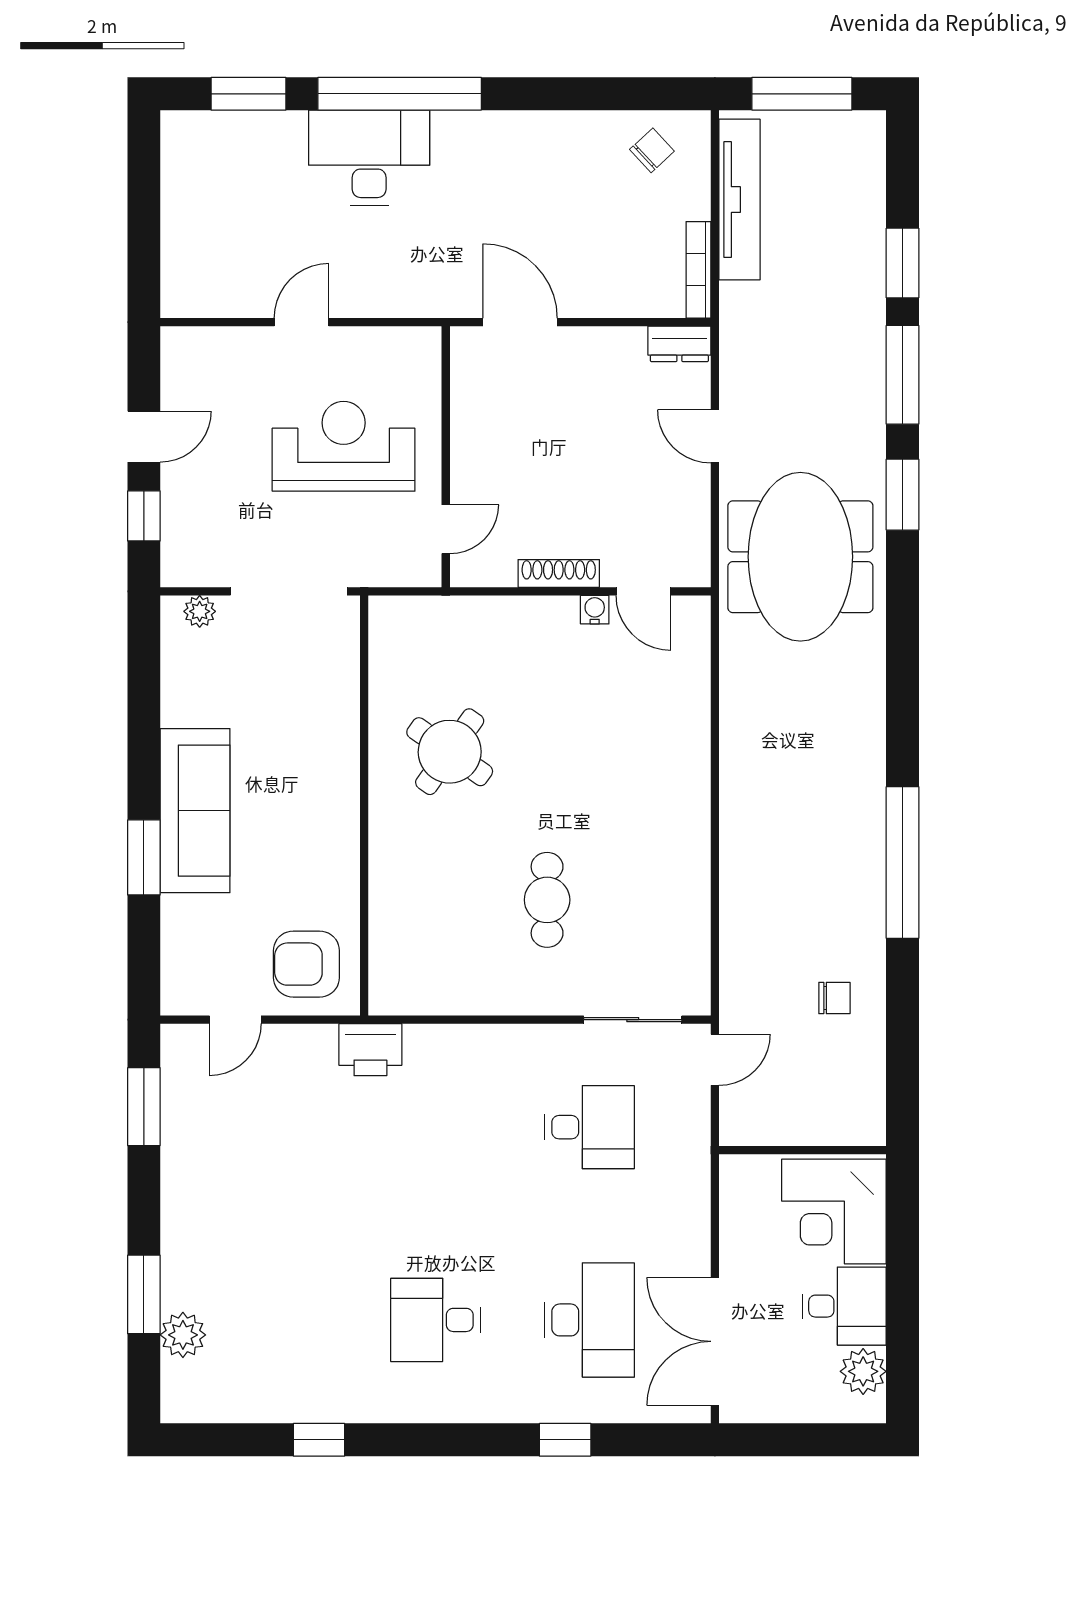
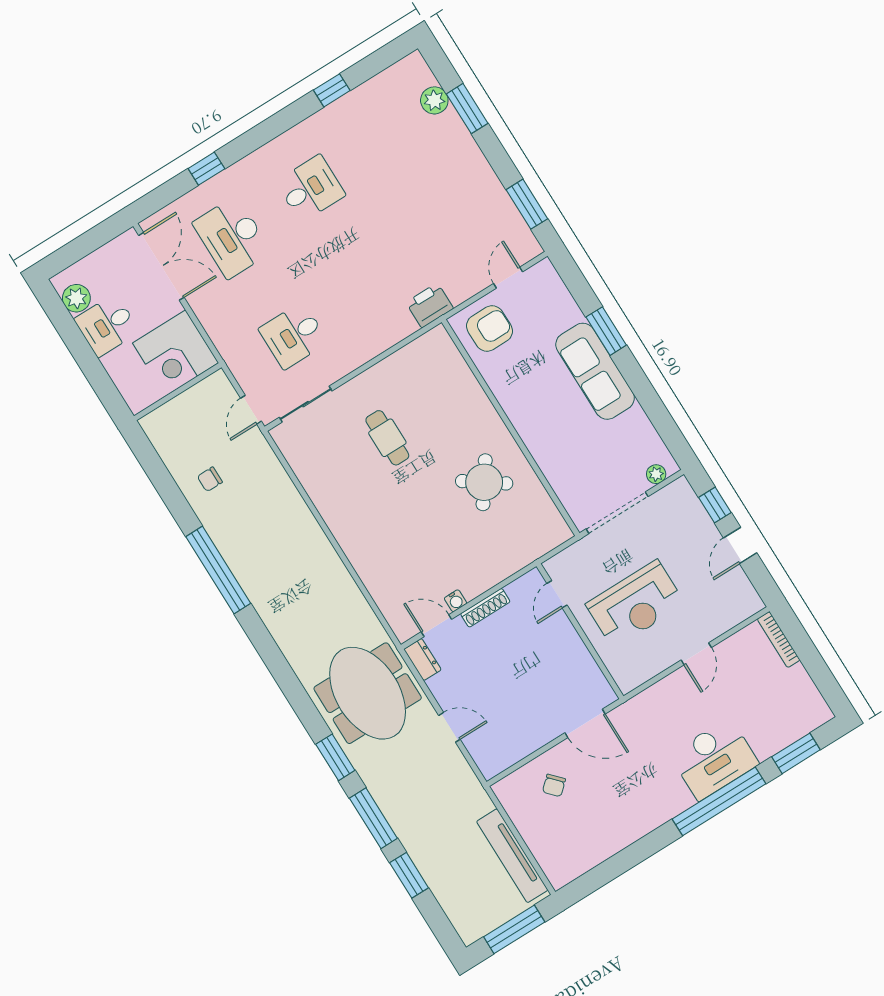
chair: (652, 150) -> (554, 785), moved
bookcase: (698, 270) -> (779, 639), moved, turned 180
dresser: (679, 344) -> (422, 659), moved, turned 90
corner desk: (834, 1211) -> (176, 353), moved, turned 180

